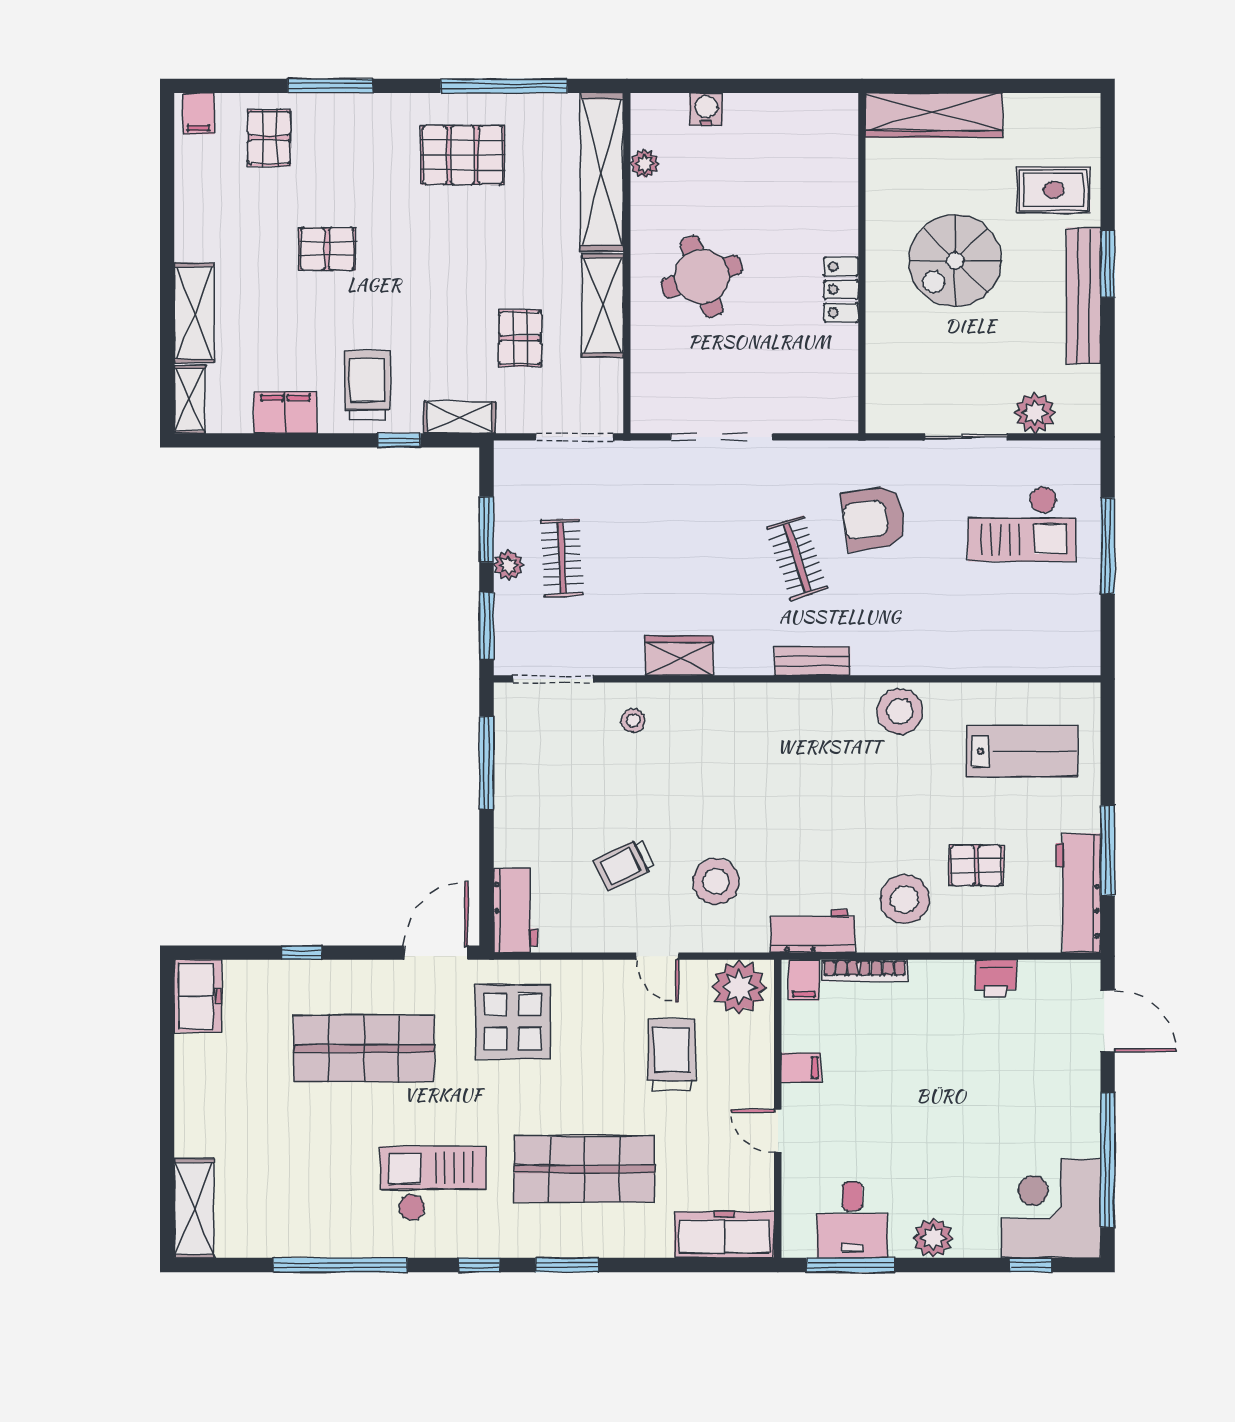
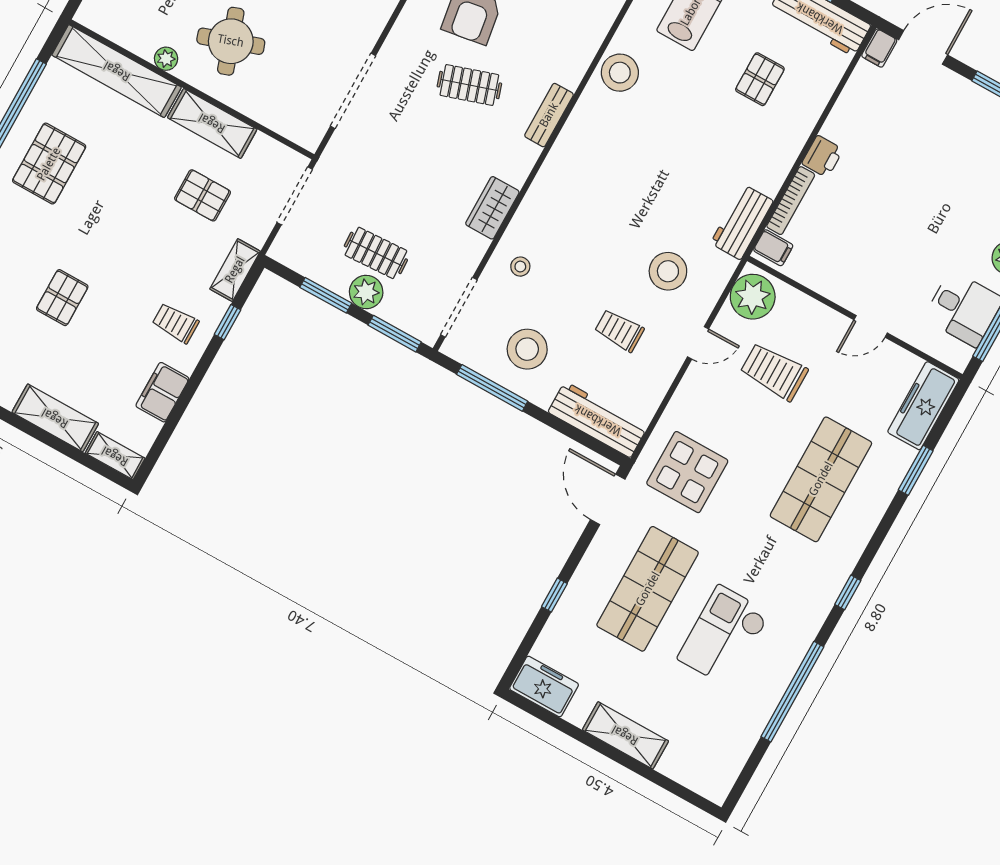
plant: (645, 164) -> (166, 59), moved
trolley: (367, 385) -> (175, 323), width x0.73, depth x0.72
plant: (508, 565) -> (366, 292), width x1.38, depth x1.38
trolley: (624, 865) -> (619, 330), turned 116
stool: (905, 899) -> (527, 349), moved
workbench: (515, 910) -> (598, 420), width x1.38
printer: (996, 978) -> (822, 156), moved
filing cabinet: (801, 1068) -> (879, 48), moved, turned 180
checkout: (433, 1184) -> (724, 636), moved
shelving: (194, 1208) -> (625, 735), moved
window: (567, 1265) -> (916, 470), moved

